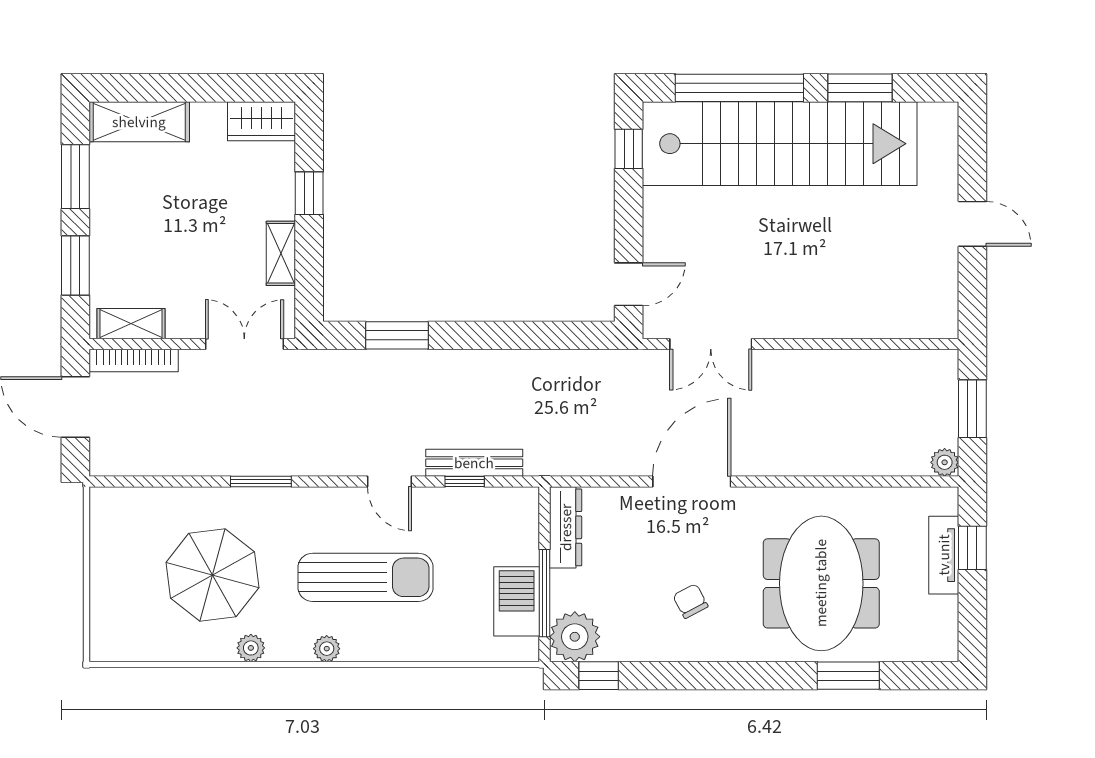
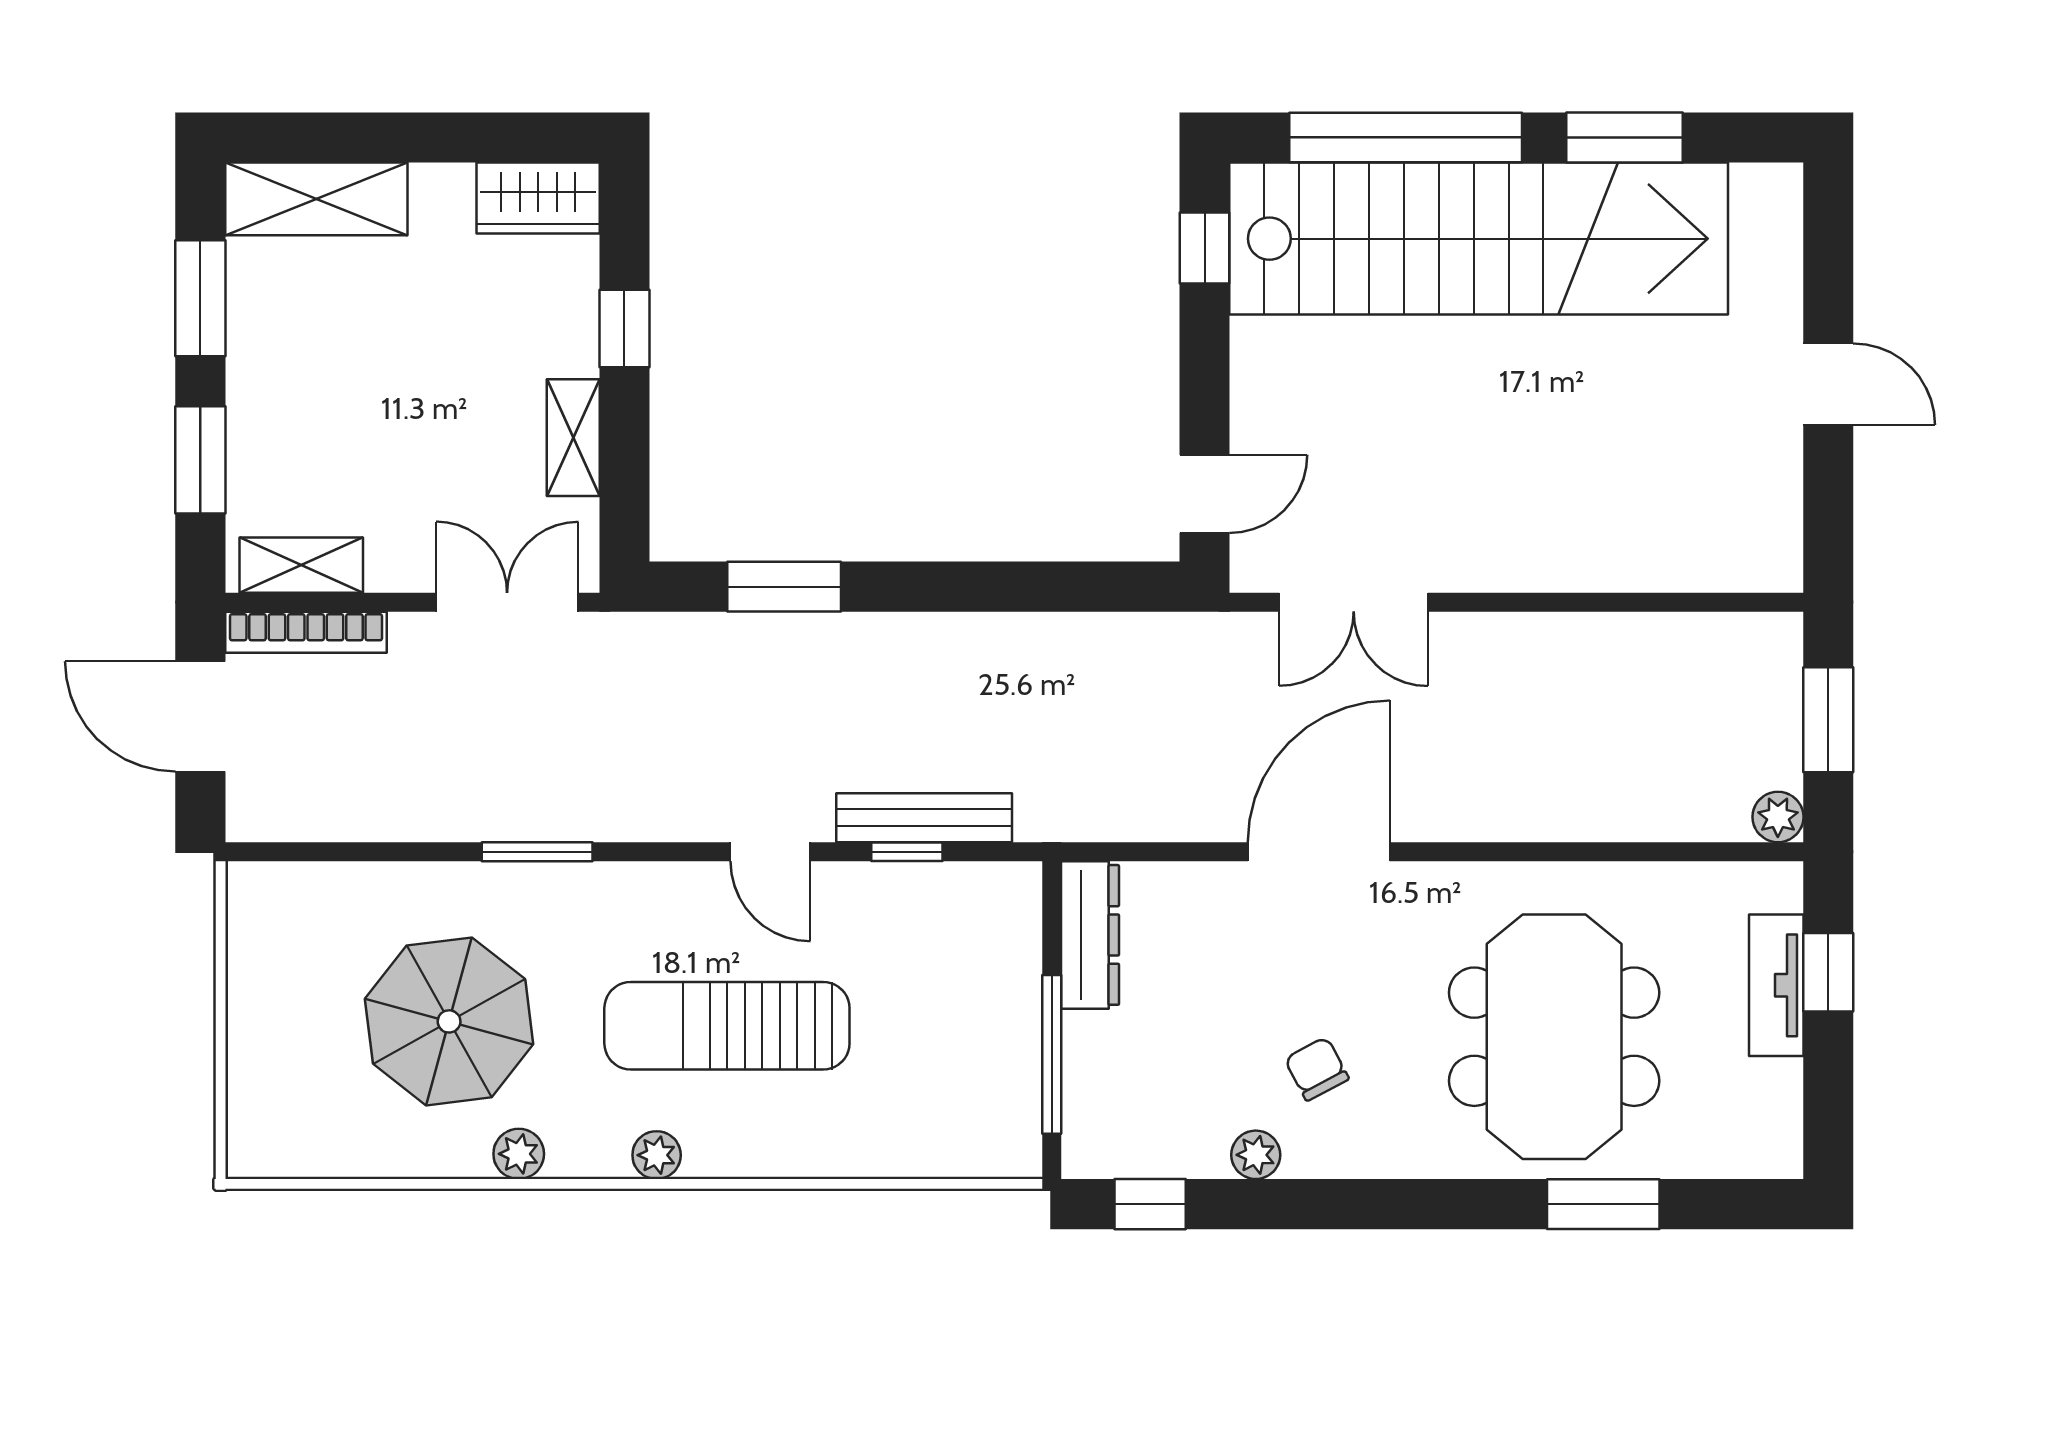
sun lounger: (366, 577) -> (727, 1026), turned 180
barbecue: (517, 601) -> (1001, 1069), removed
plant: (575, 637) -> (1256, 1155), moved, width x0.53, depth x0.53

